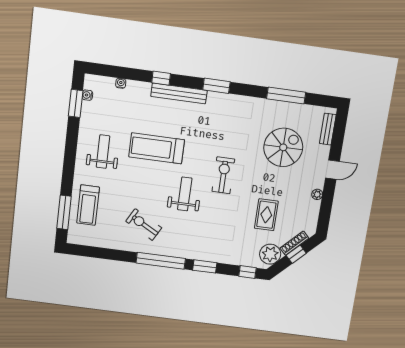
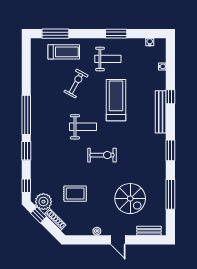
window: (216, 86) -> (170, 150), moved
window: (76, 103) -> (116, 34), moved
treadmill: (88, 205) -> (64, 52), turned 180
exercise bike: (144, 225) -> (76, 83), moved
window: (296, 254) -> (39, 215), moved

